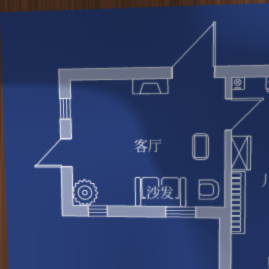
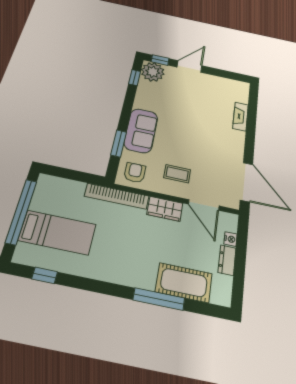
nightstand: (238, 83) -> (231, 239), moved
fireplace: (150, 86) -> (241, 117), moved
window: (65, 109) -> (160, 60), moved
door: (66, 153) -> (189, 66), hinge flipped

